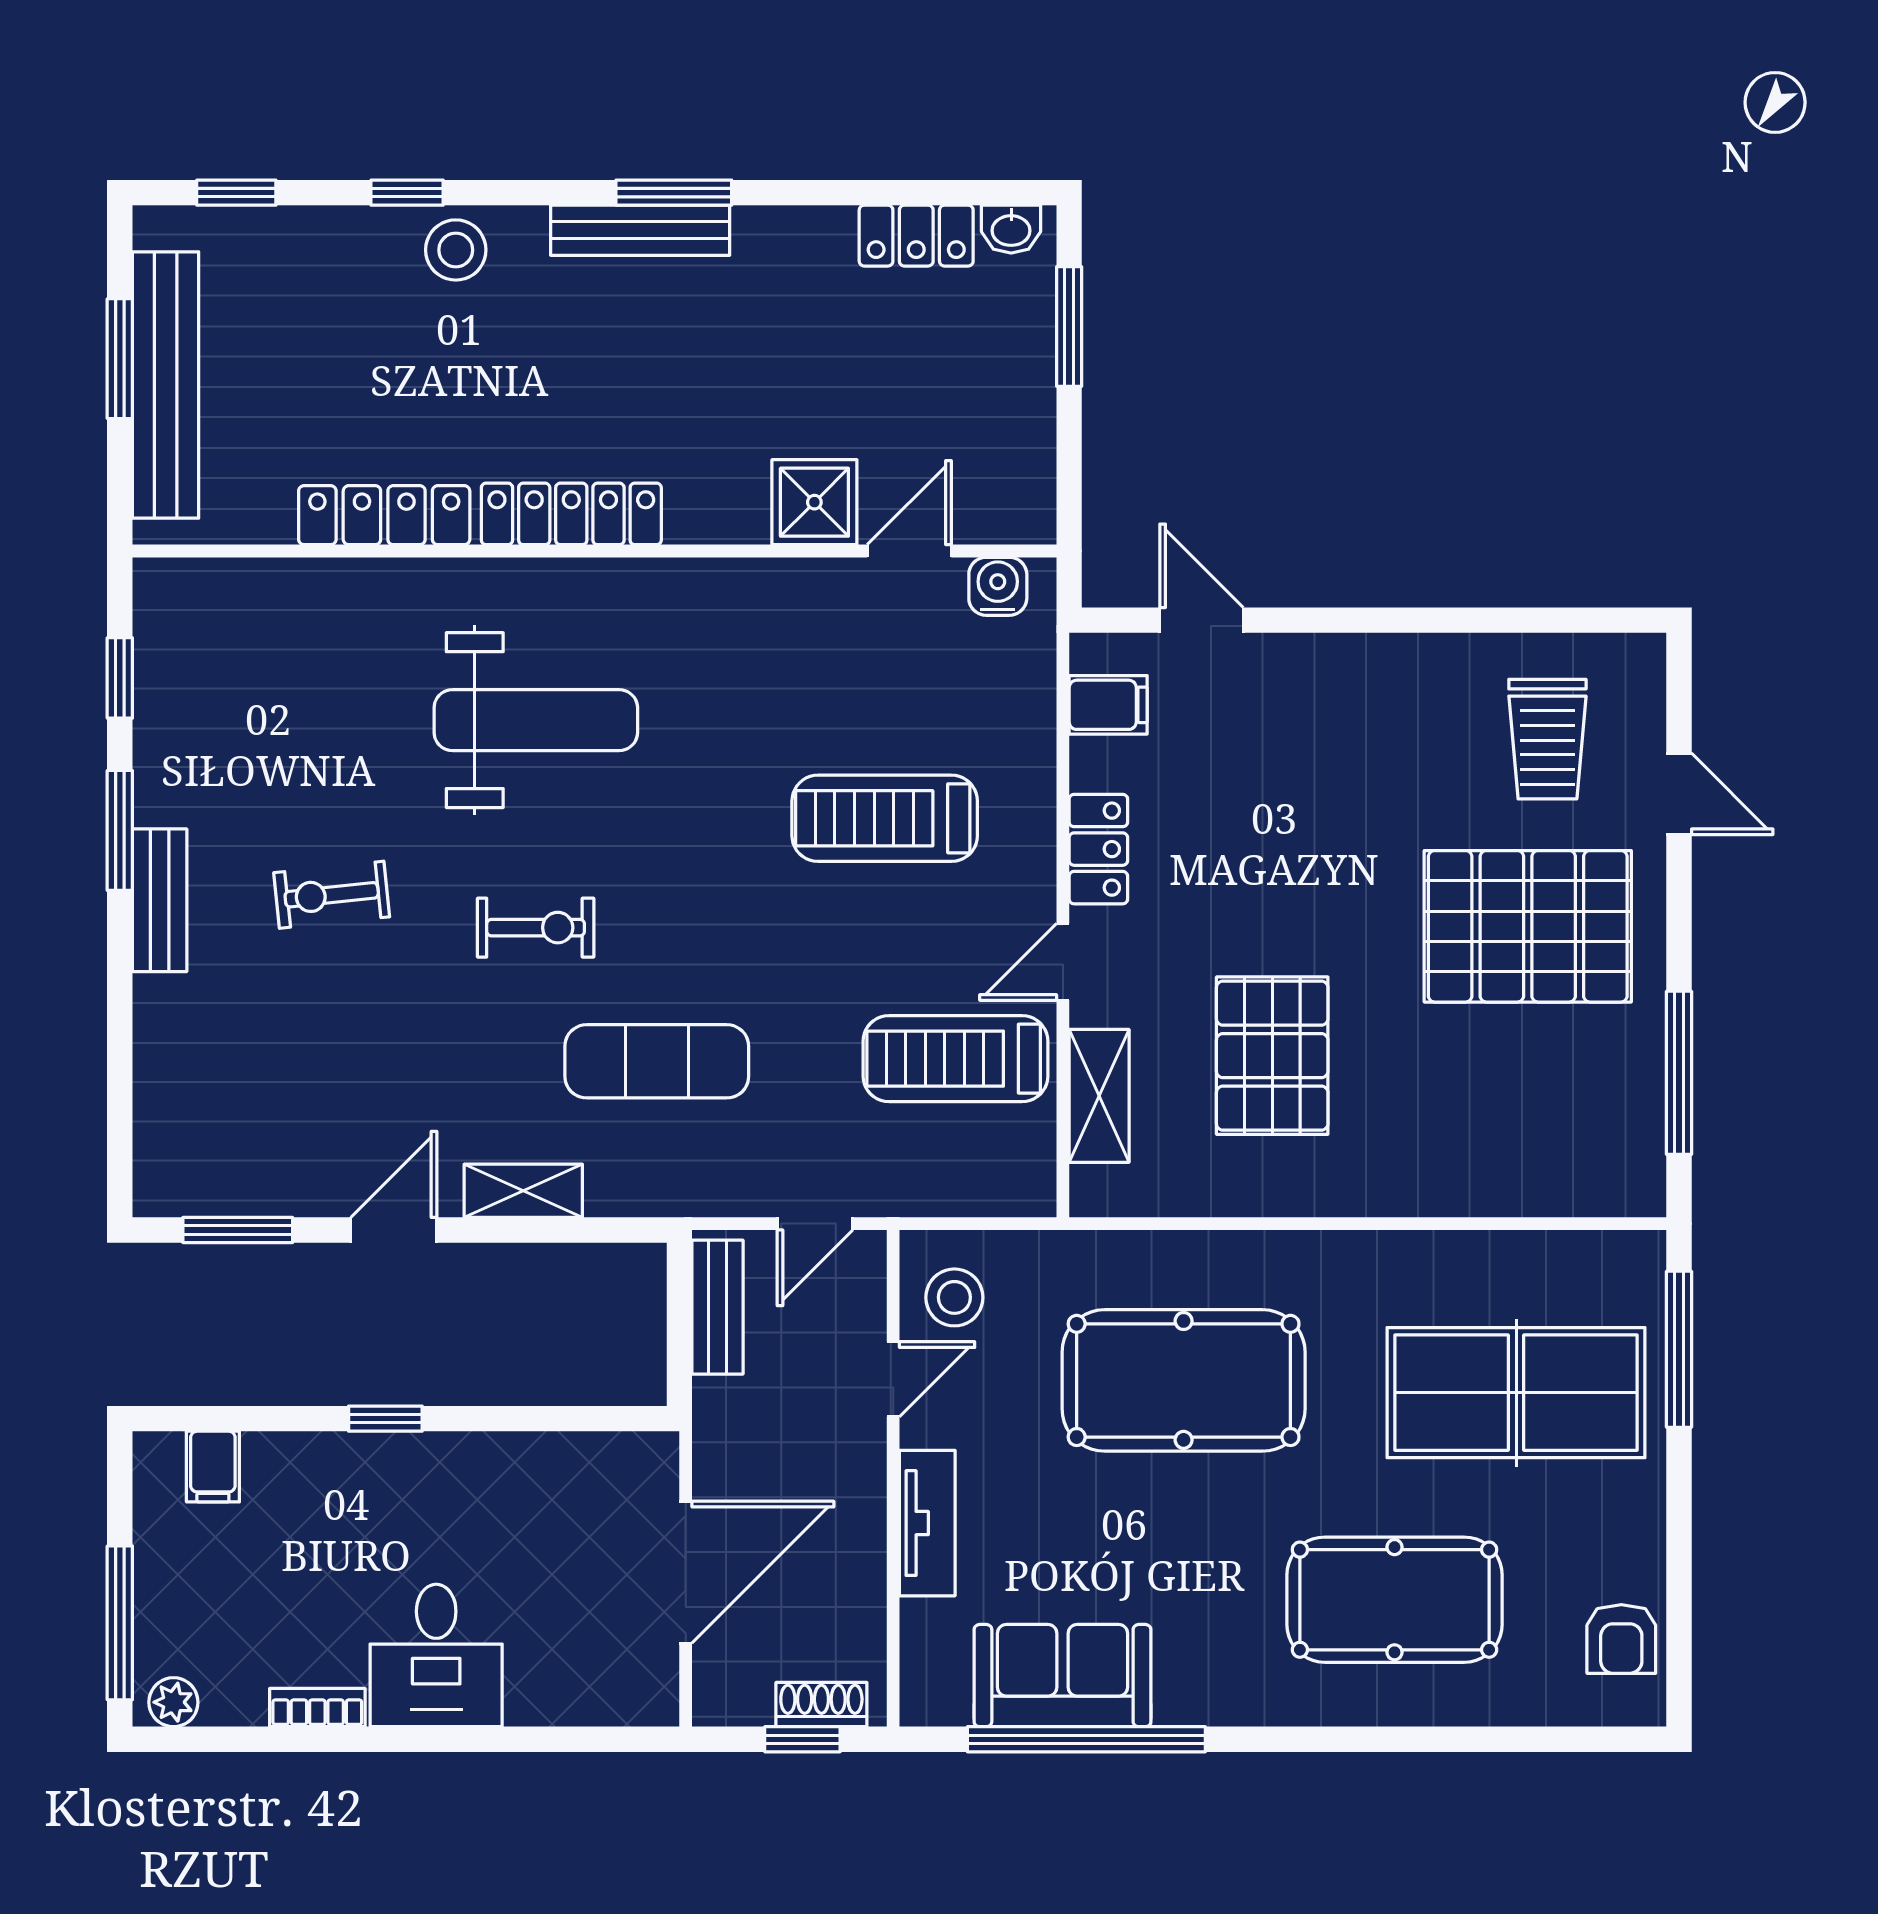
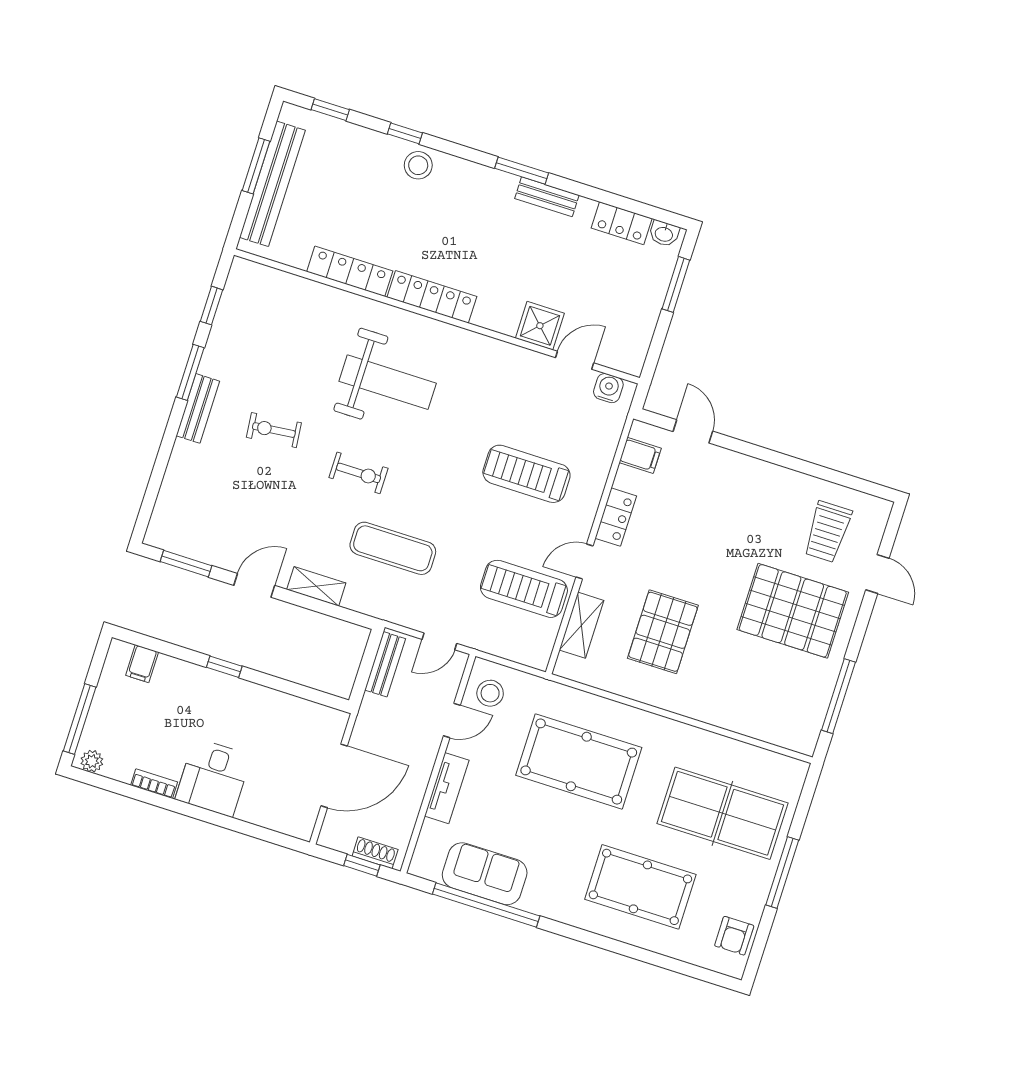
bench: (640, 230) -> (547, 197), moved, width x0.73
window: (1679, 1349) -> (782, 873), moved

